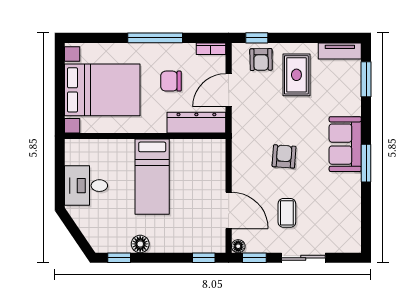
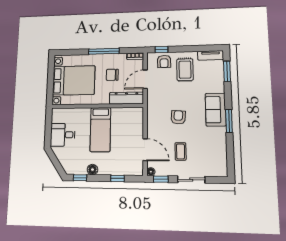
window: (204, 258) -> (118, 178), moved

